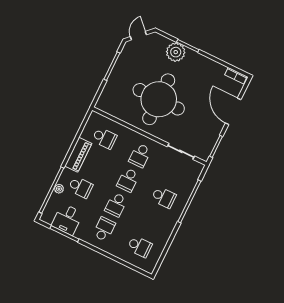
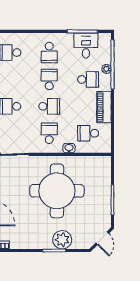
washbasin: (129, 133) -> (69, 148), added
school desk: (128, 180) -> (49, 106), turned 90
school desk: (80, 187) -> (88, 79), turned 180

